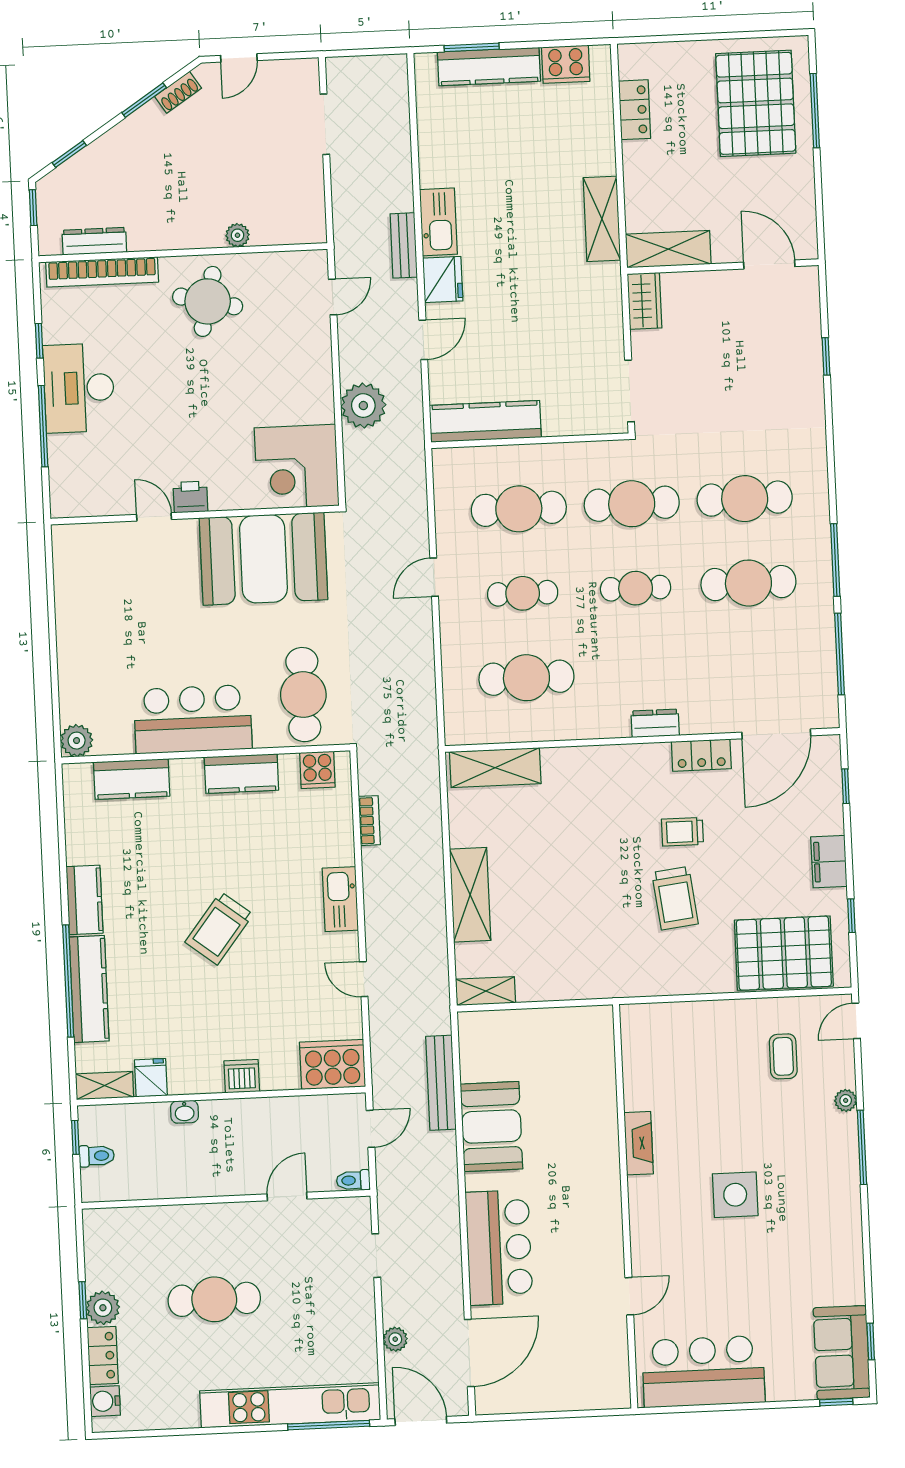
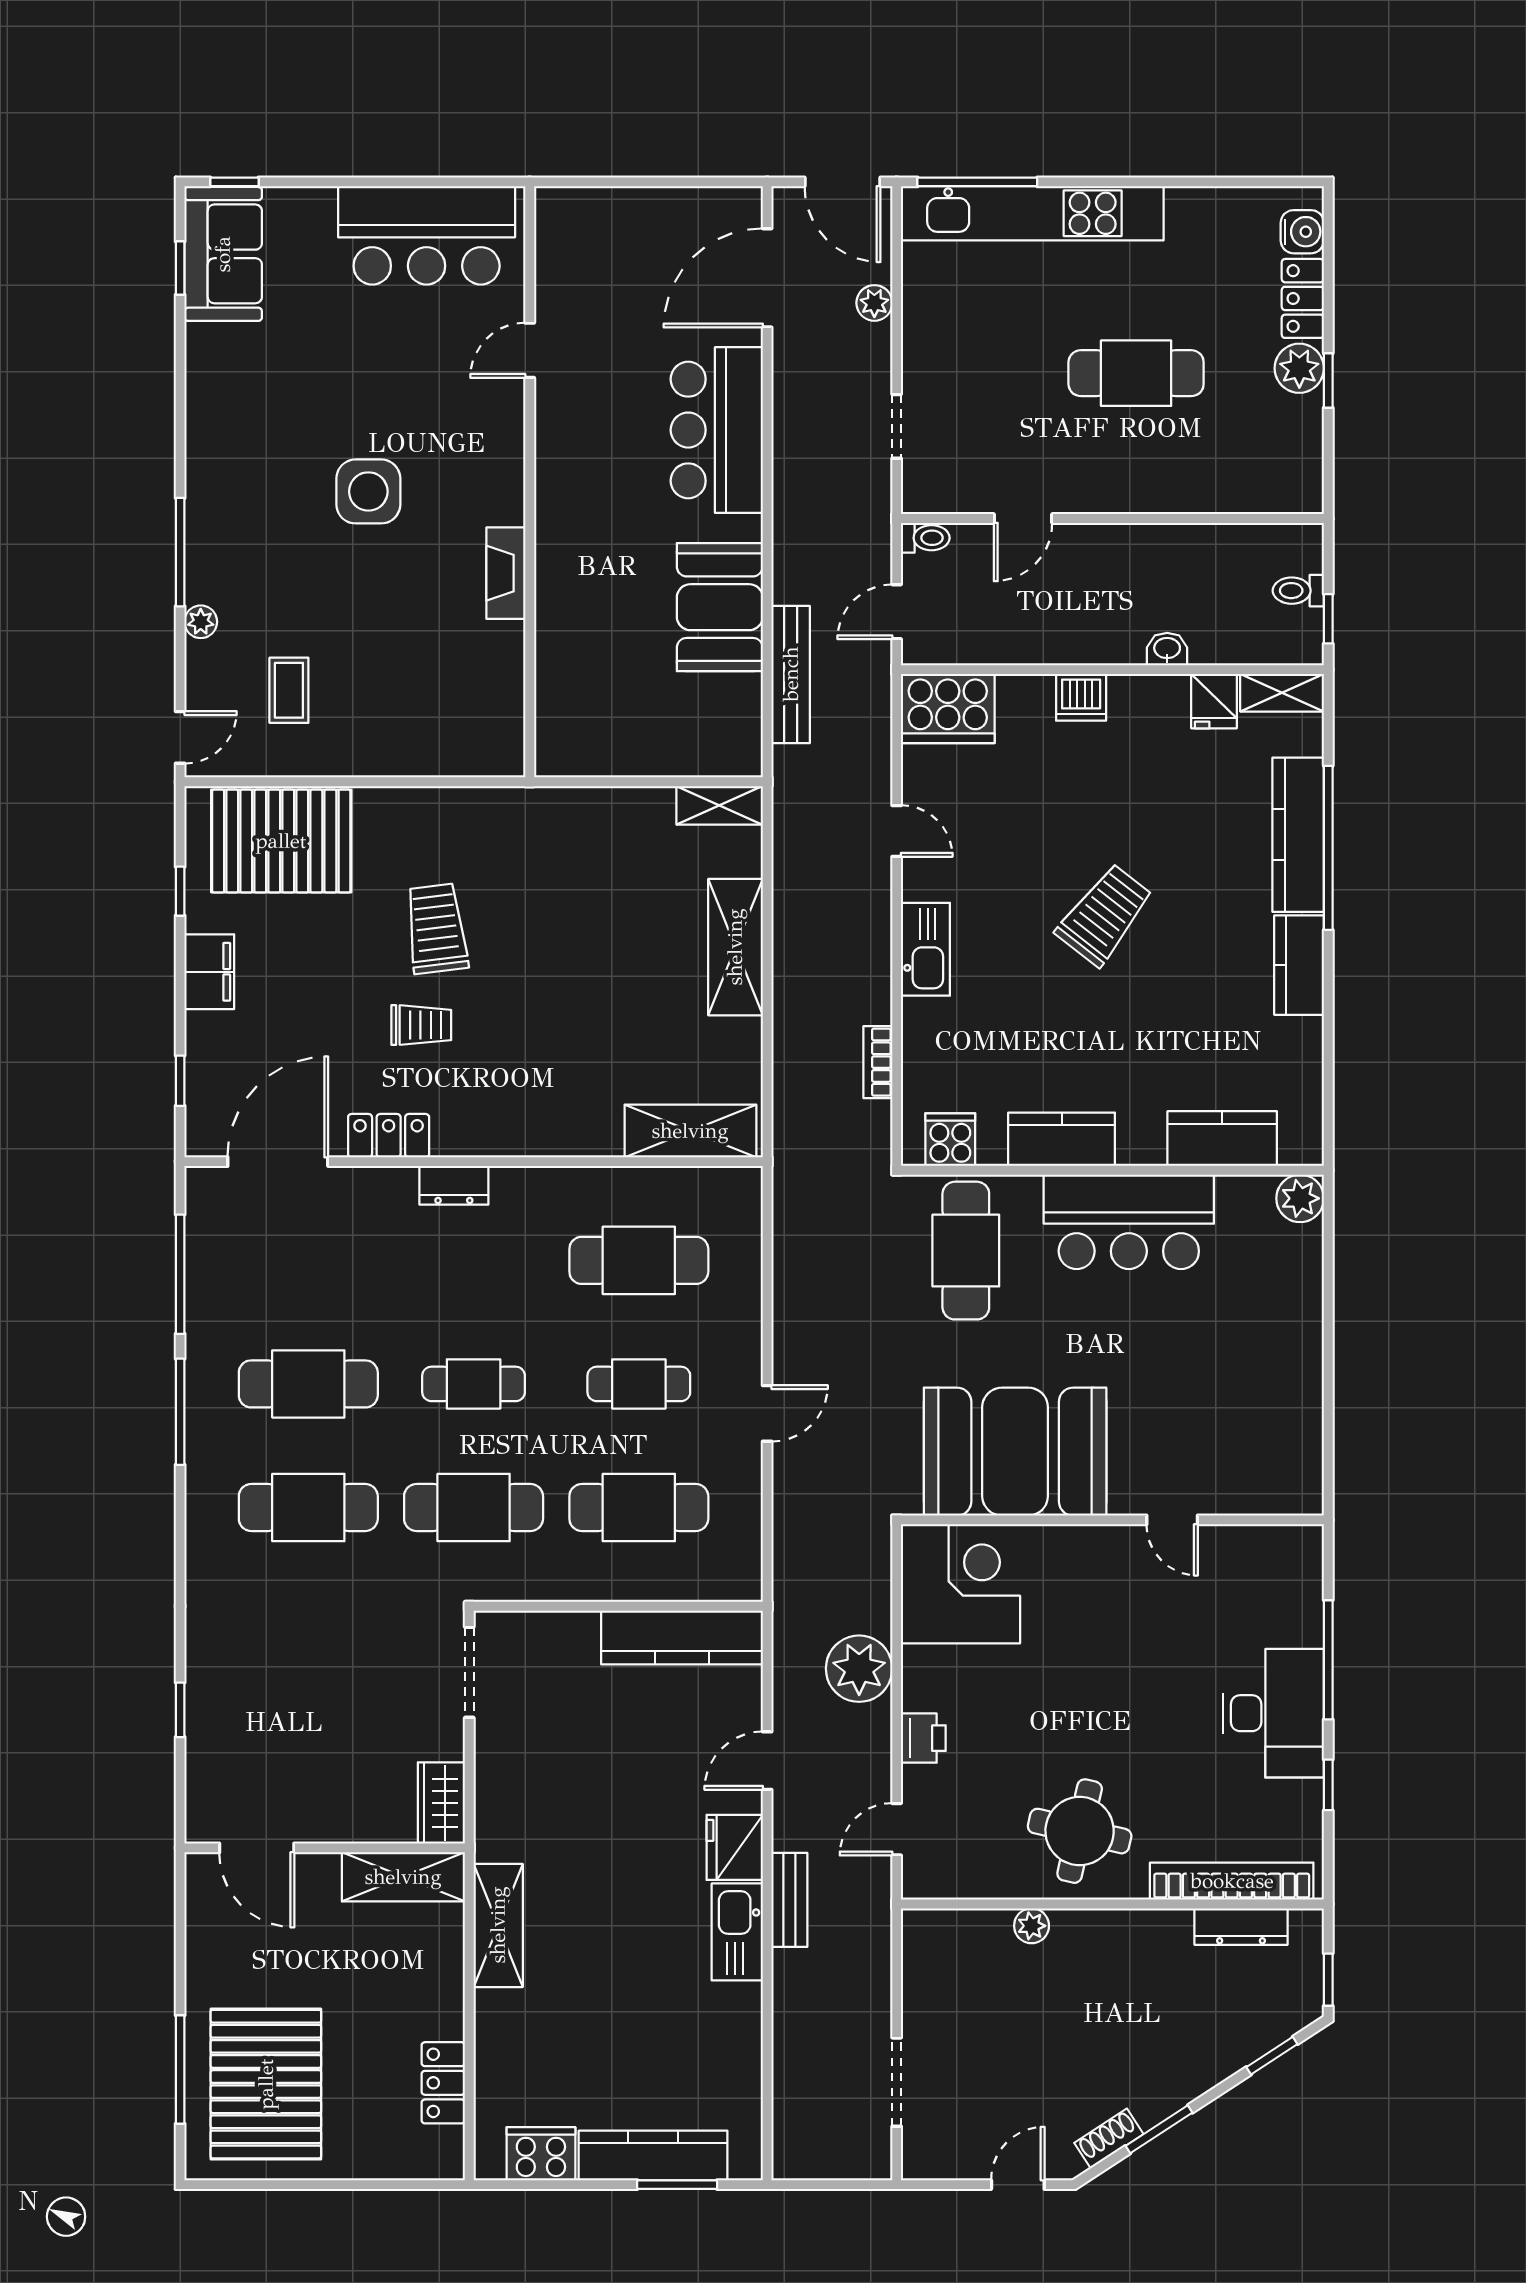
printer: (190, 497) -> (923, 1738), moved, turned -90

